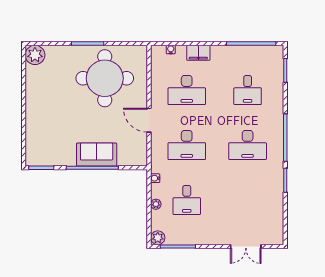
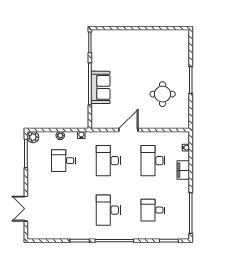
plant: (35, 55) -> (182, 37), removed
round table: (105, 78) -> (163, 94), width x0.54, depth x0.54

